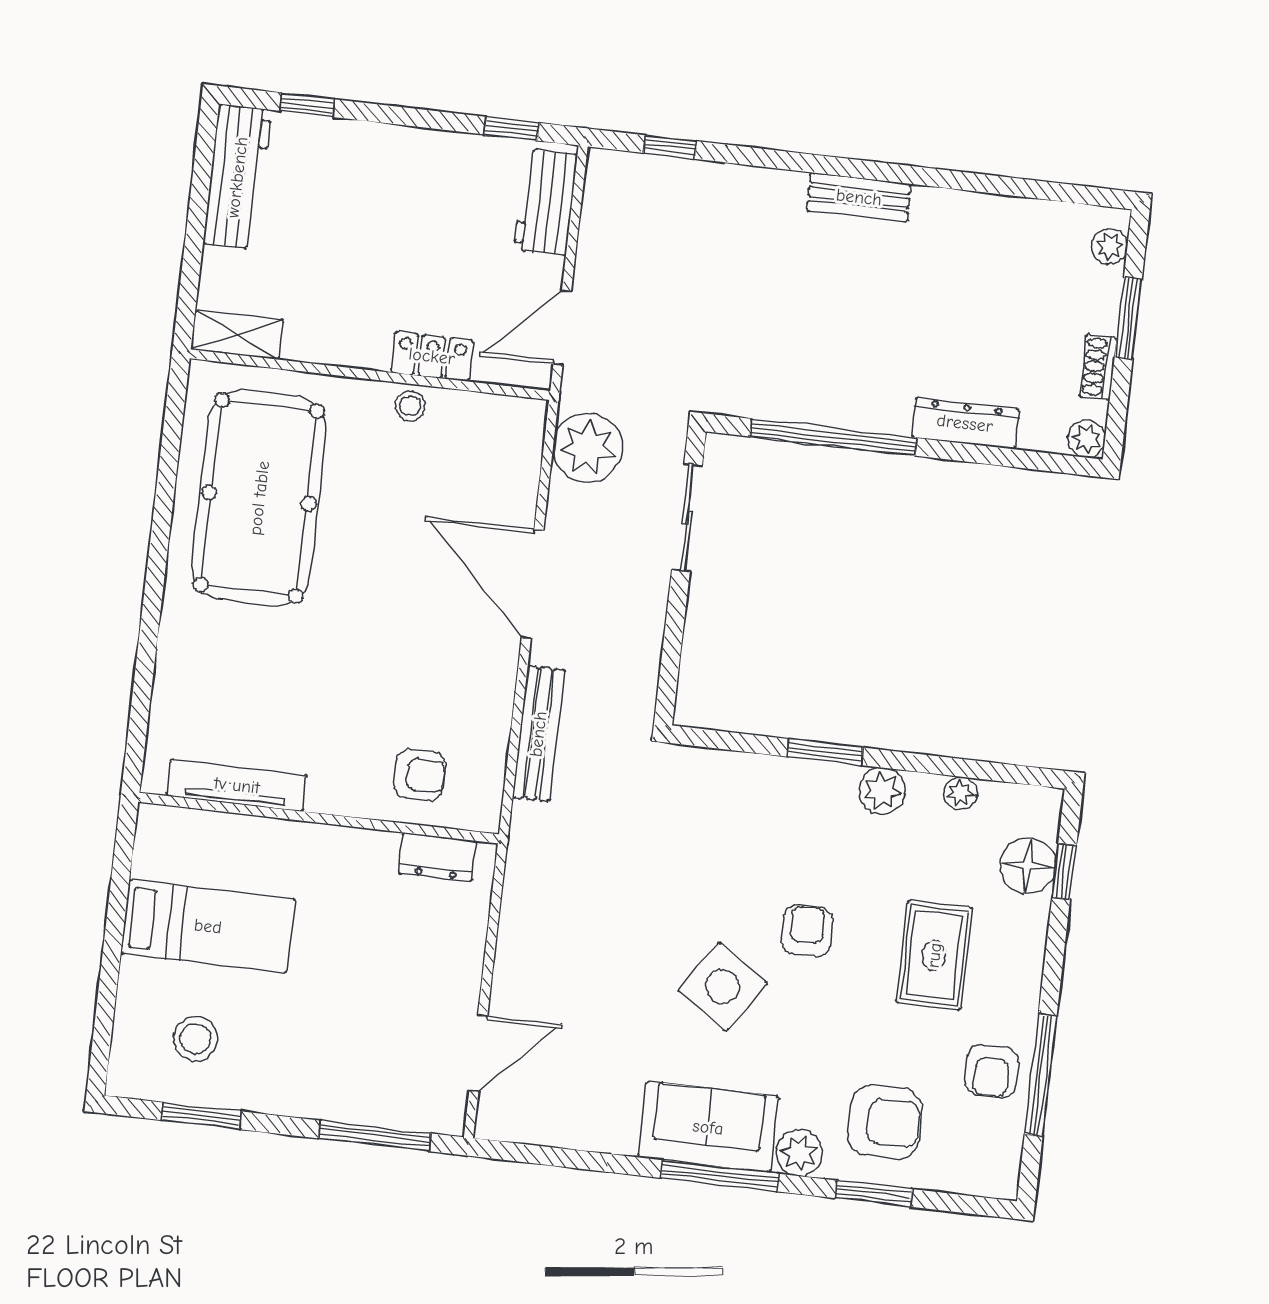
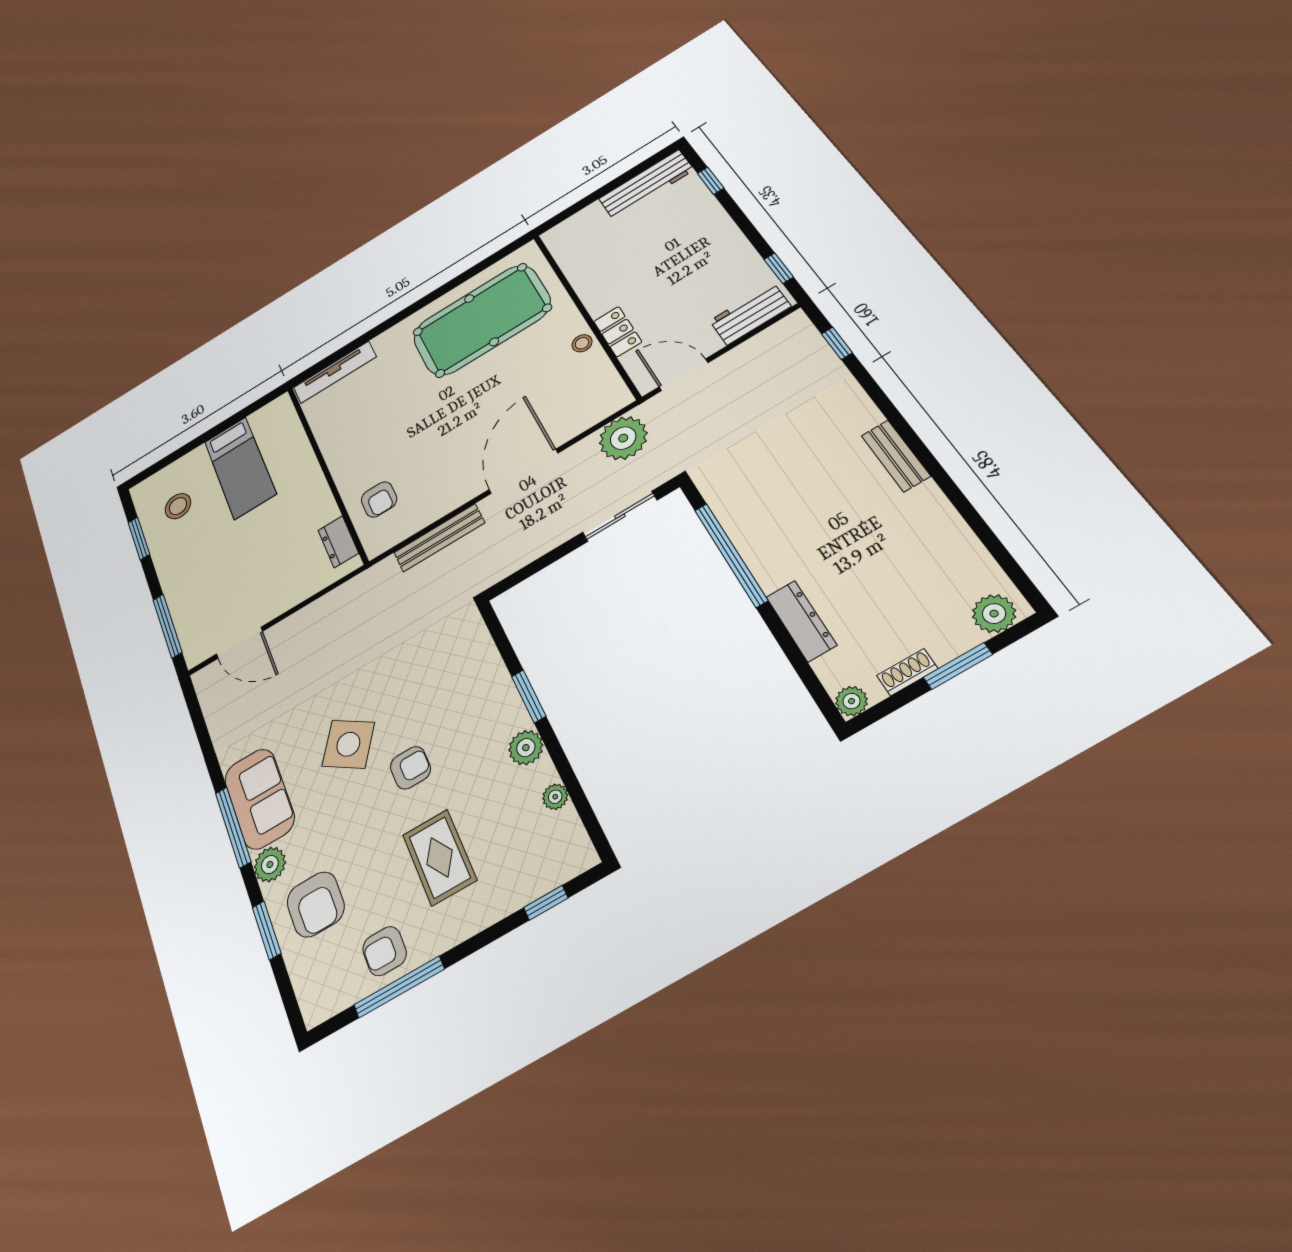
plant: (1110, 246) -> (994, 614), width x1.38, depth x1.38
shelving: (237, 335) -> (562, 247), removed
tv unit: (237, 785) -> (335, 372), moved, turned 90
floor lamp: (1028, 866) -> (535, 875), removed
rug: (934, 955) -> (439, 857), turned 90

